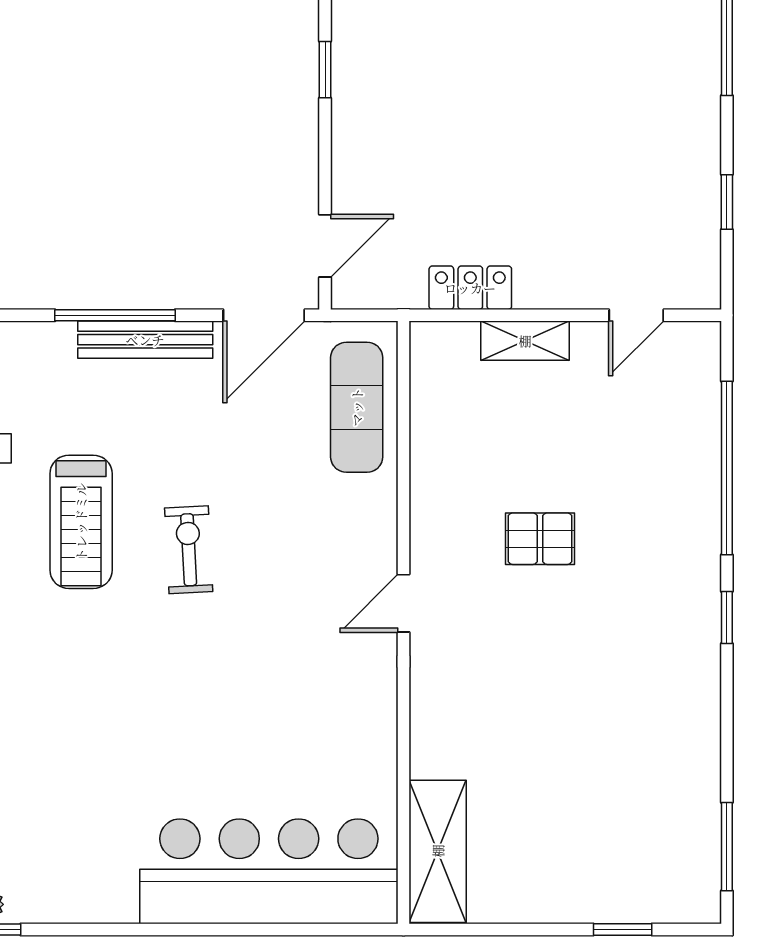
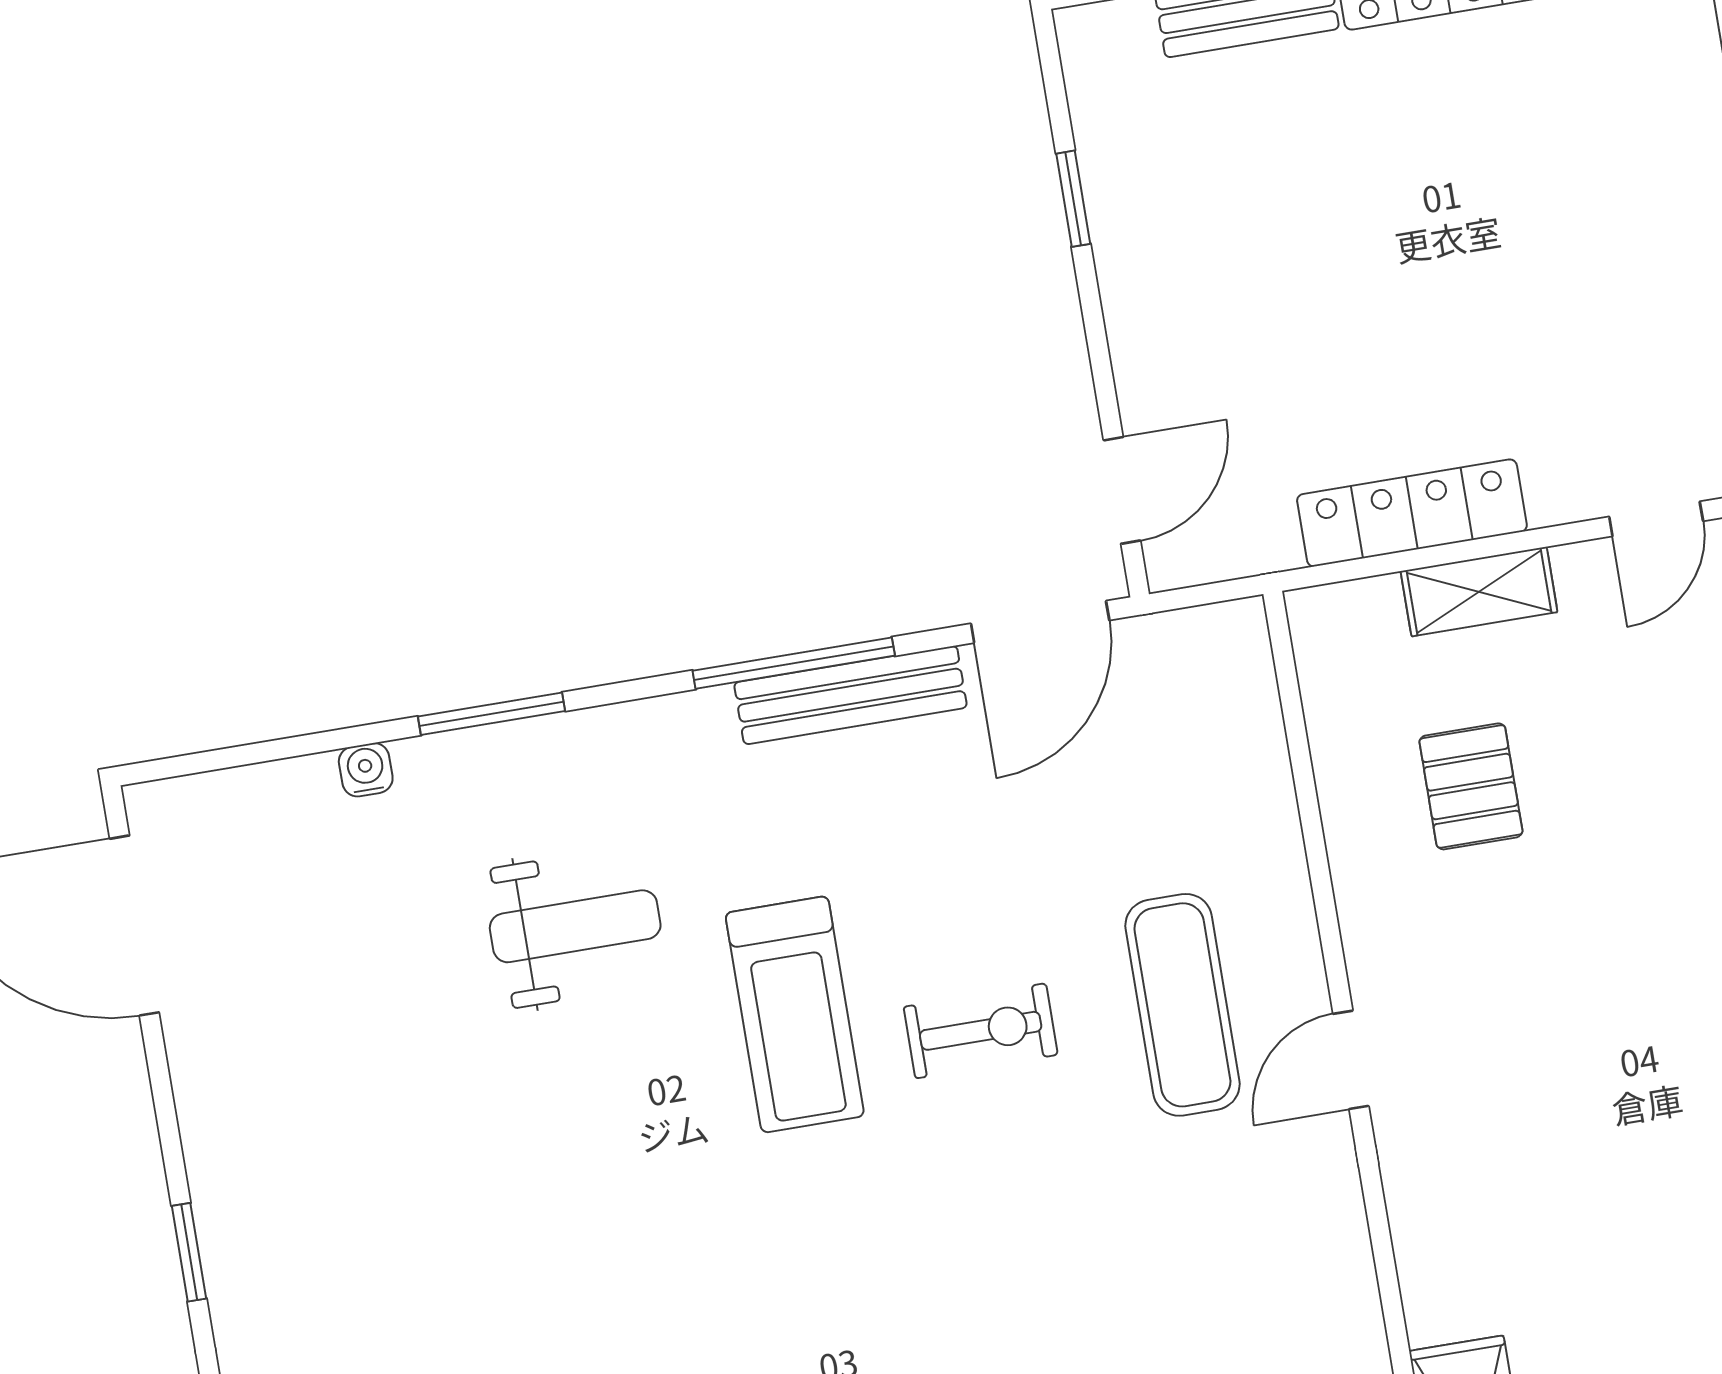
locker: (470, 288) -> (1412, 513), width x1.53
exercise mat: (357, 407) -> (1182, 1005), moved
pallet: (540, 539) -> (1471, 786), moved, turned 90
exercise bike: (189, 550) -> (981, 1031), turned 93

